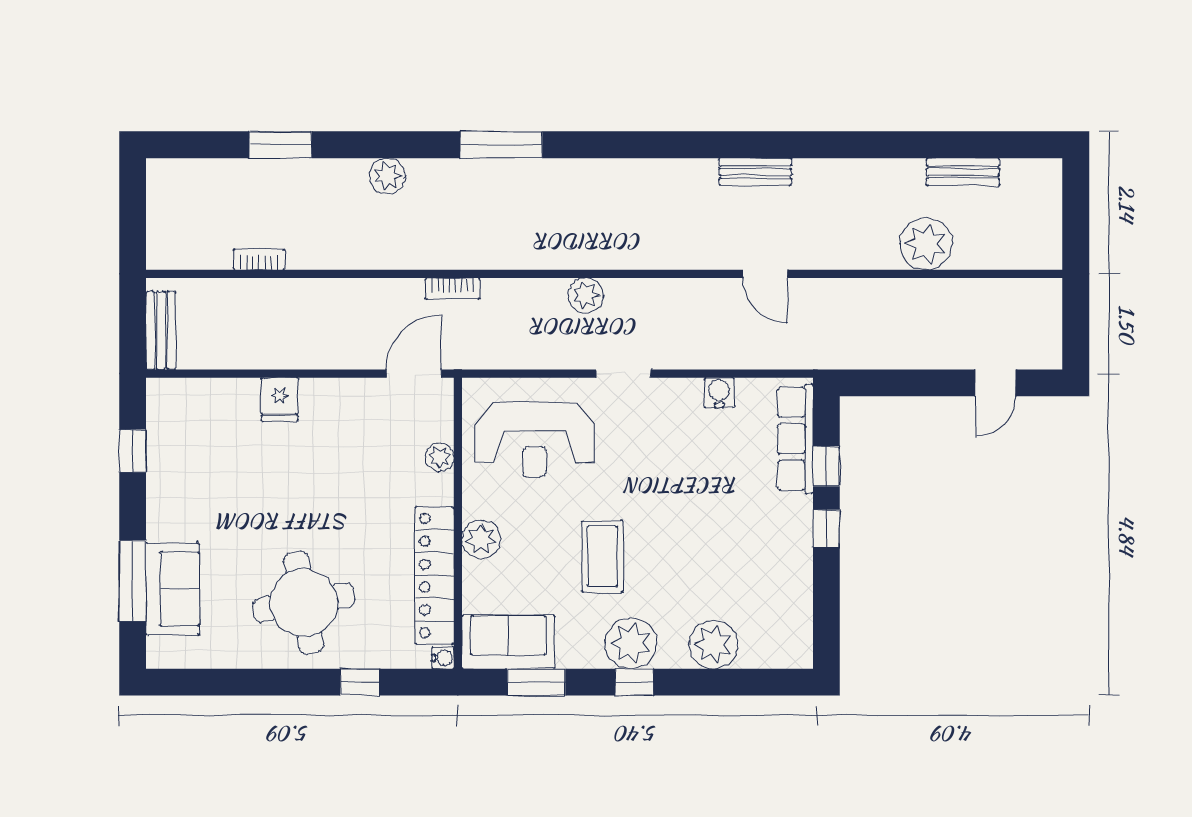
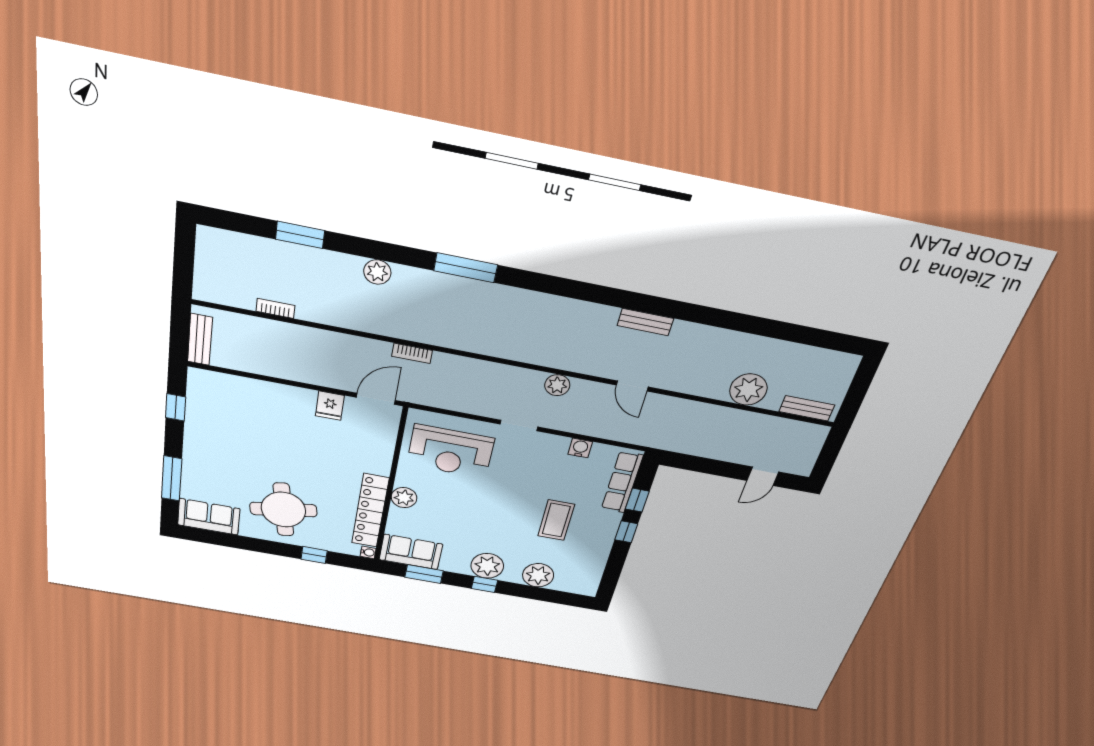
bench: (963, 172) -> (807, 408), moved
plant: (586, 295) -> (557, 385), moved
fridge: (280, 399) -> (330, 406), moved
plant: (440, 457) -> (385, 449), removed
coffee table: (602, 556) -> (556, 520), moved
sofa: (173, 589) -> (209, 517), moved, turned -90

